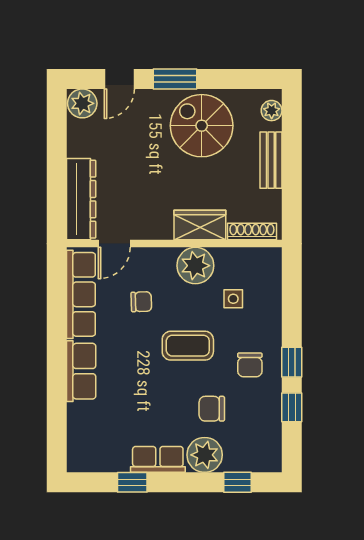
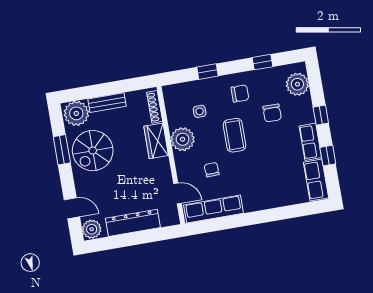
window: (175, 79) -> (62, 150), moved
plant: (272, 111) -> (76, 113), width x1.88, depth x1.88
dresser: (81, 199) -> (133, 223), moved
window: (292, 362) -> (207, 72), moved
row of seats: (81, 371) -> (316, 180), moved, turned -90
plant: (205, 455) -> (297, 84), moved
window: (237, 482) -> (321, 115), moved

